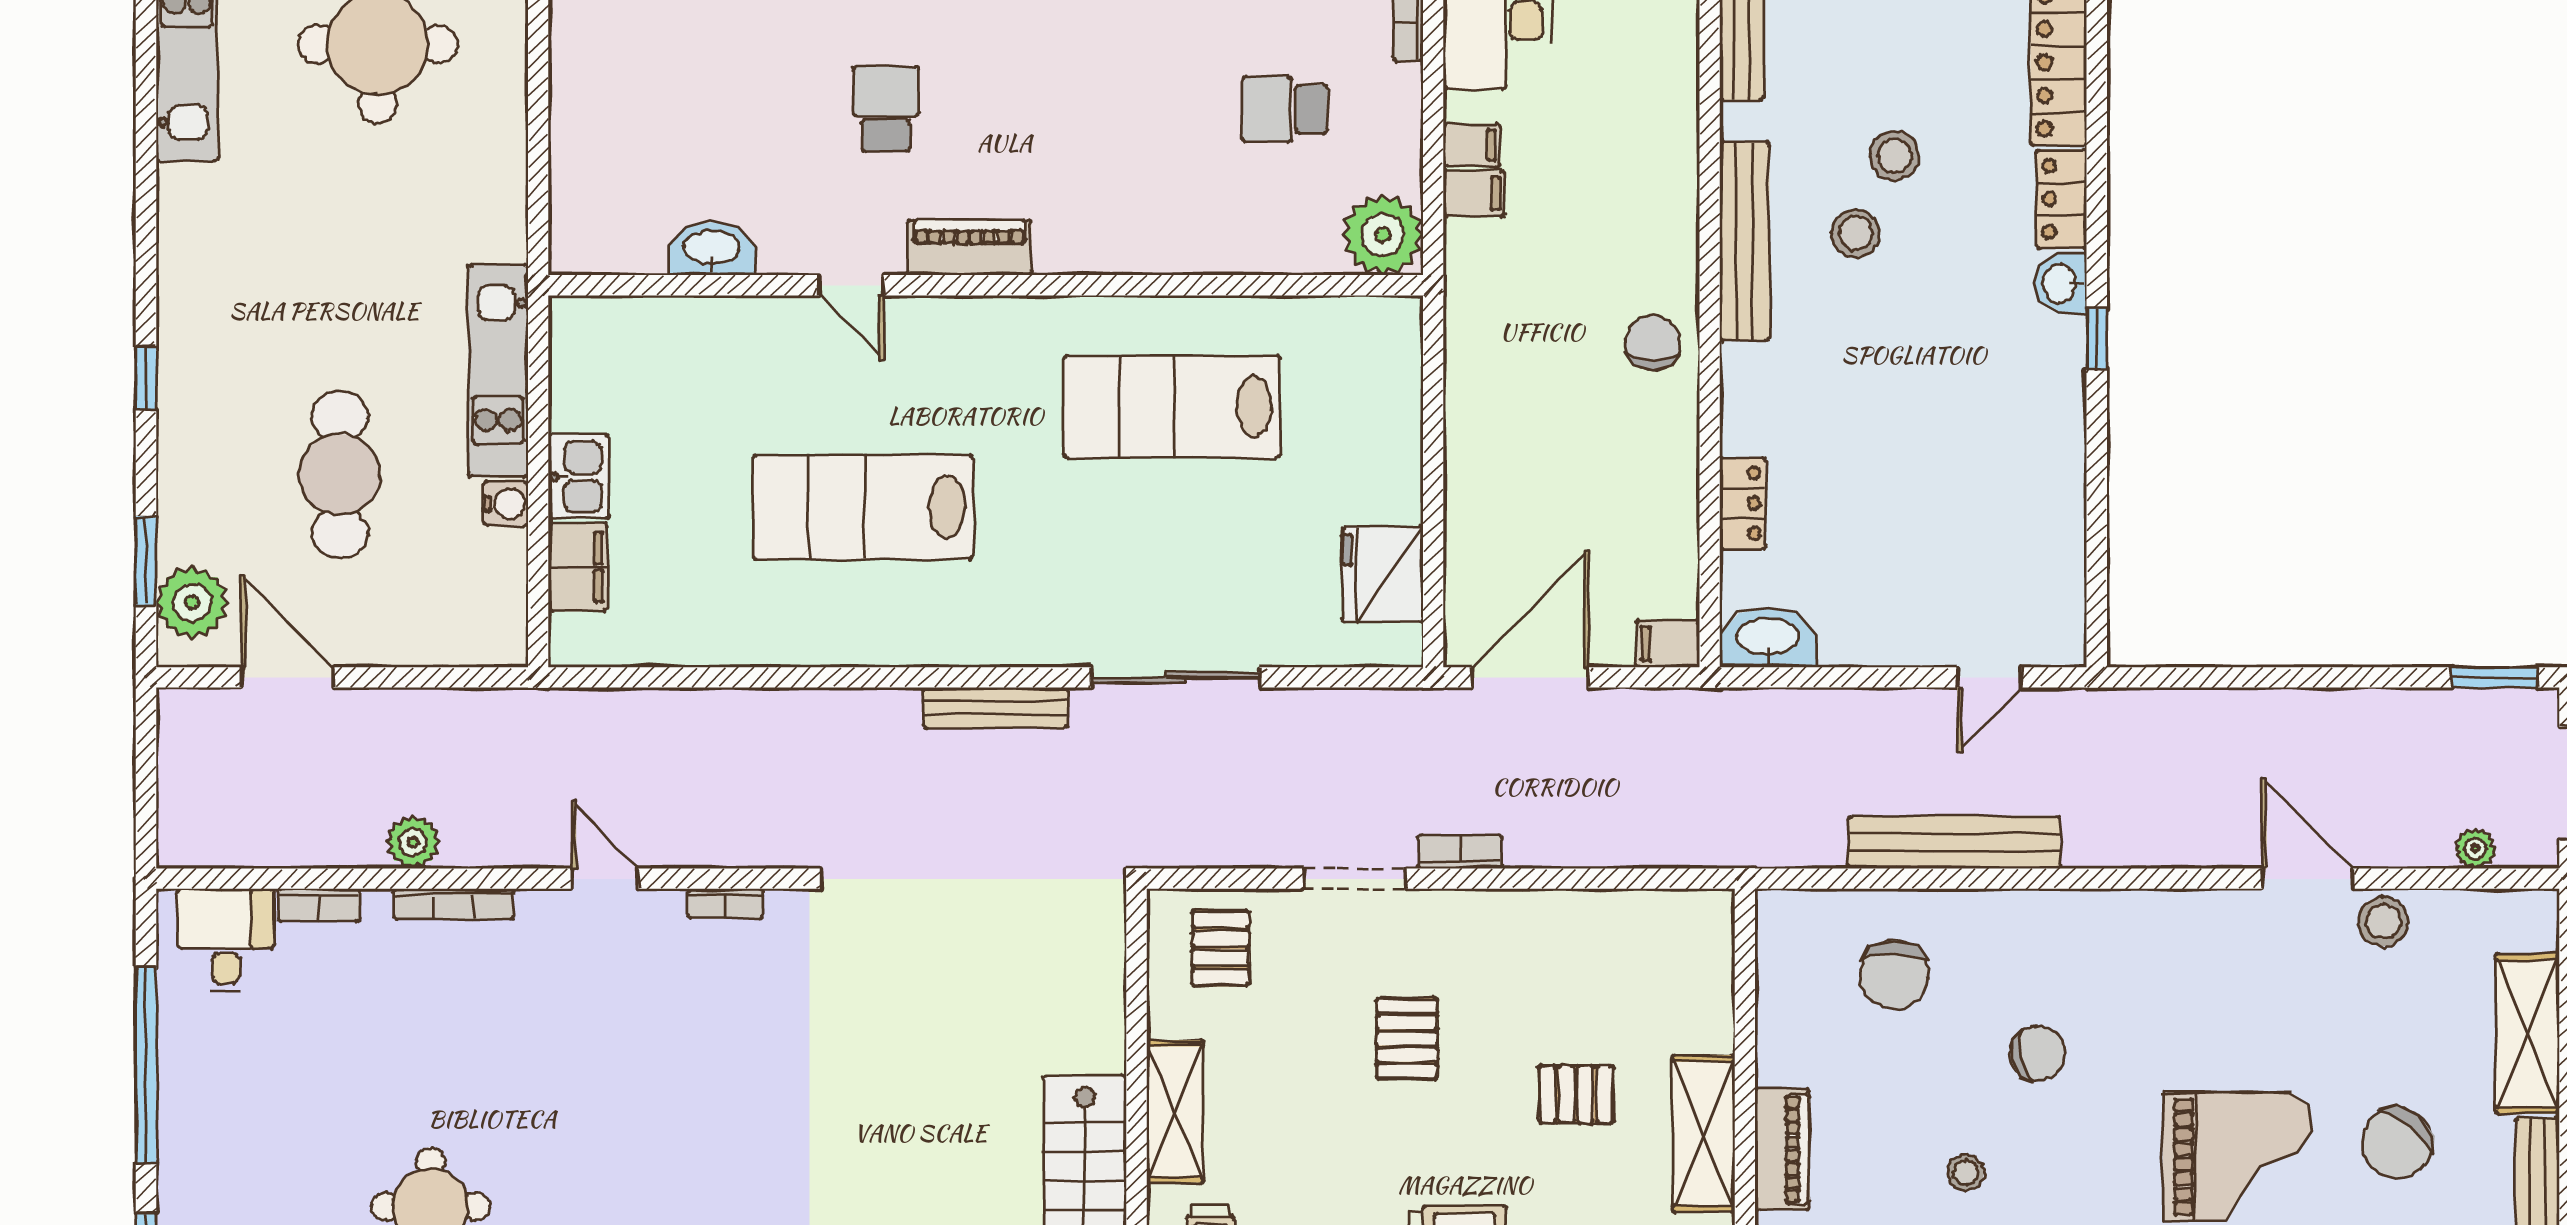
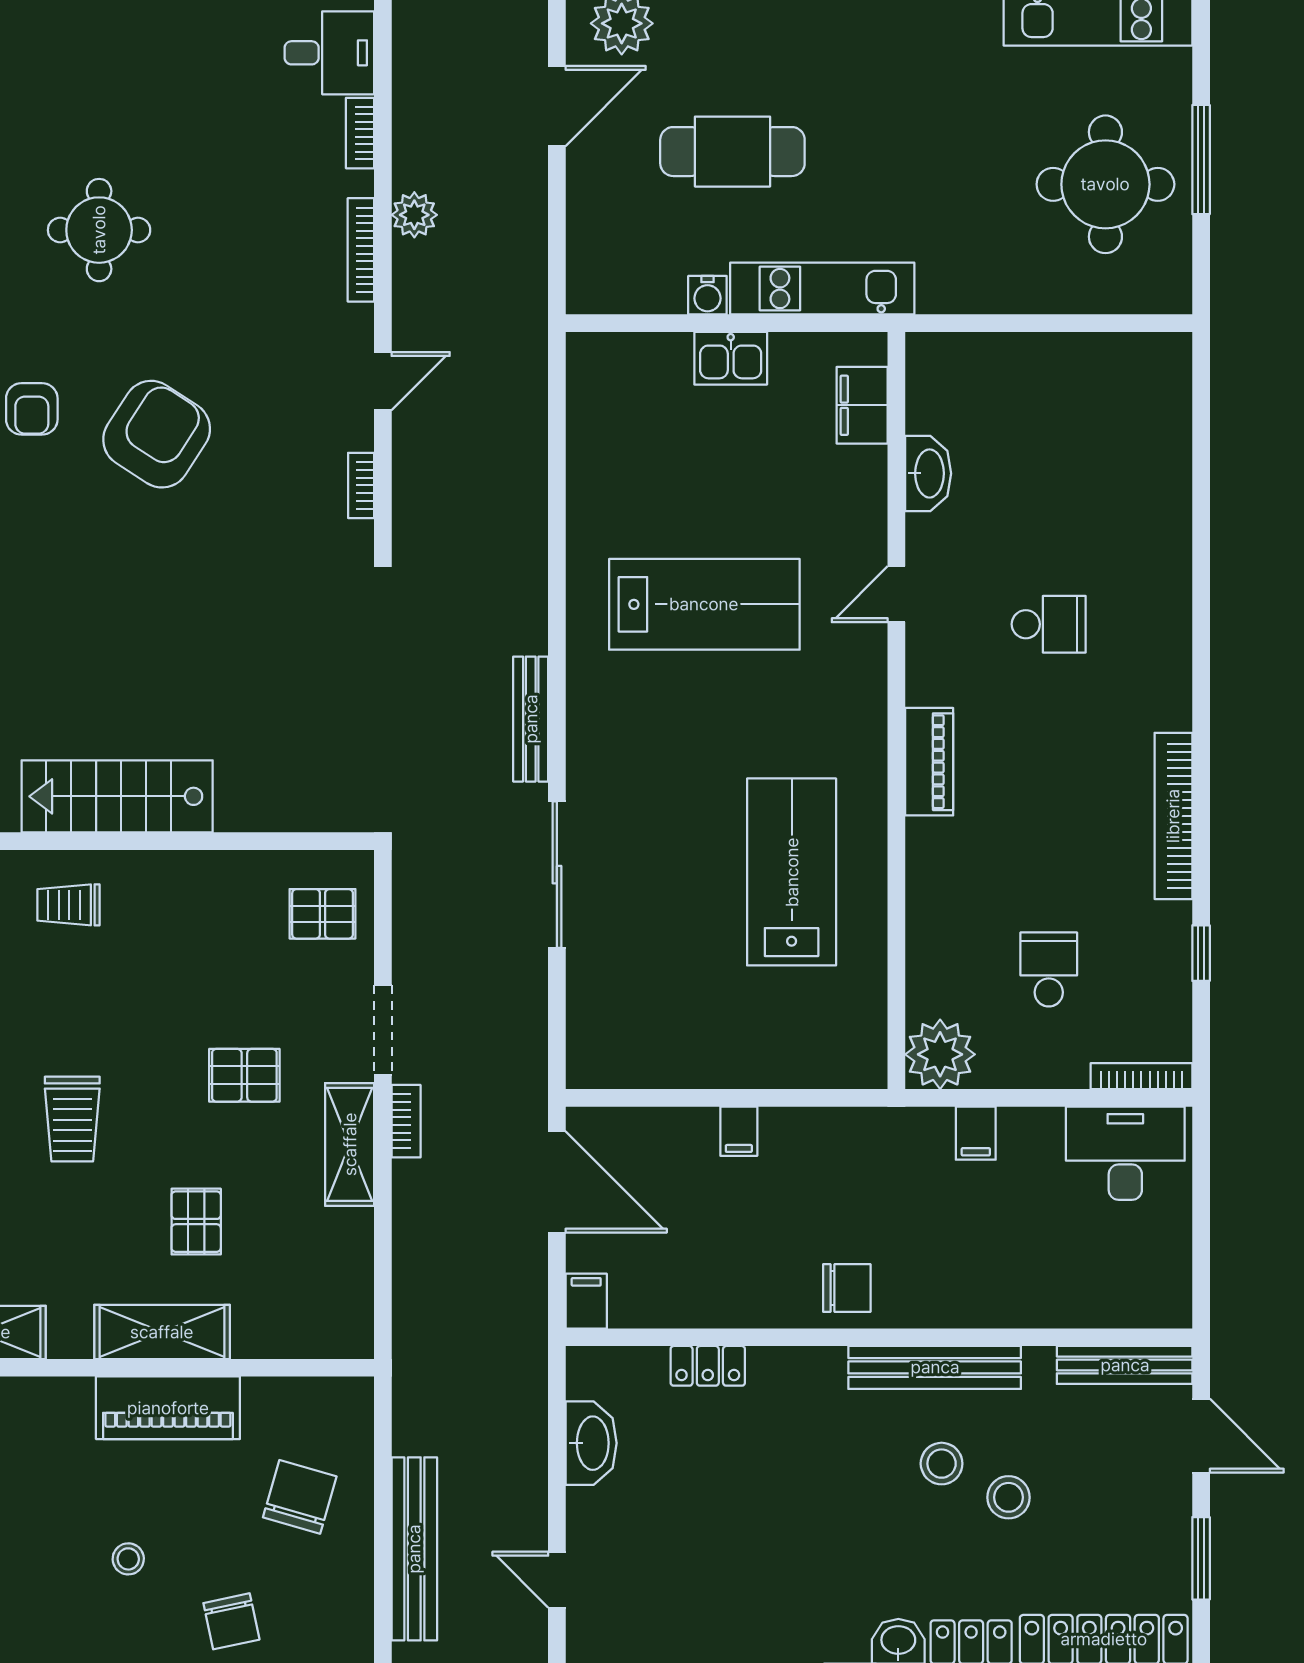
filing cabinet: (1472, 145) -> (739, 1131), moved
piano: (969, 247) -> (929, 762), moved
lab bench: (863, 507) -> (704, 604), turned 90
filing cabinet: (578, 567) -> (862, 405), moved, turned 90
fridge: (1383, 574) -> (646, 1054), removed
washbasin: (1768, 638) -> (591, 1443), moved
chair: (1894, 974) -> (300, 1497), turned 106
shelving: (1175, 1112) -> (350, 1144), moved, turned 90
armchair: (666, 1140) -> (157, 434), added
piano: (1782, 1149) -> (168, 1408), width x1.37, depth x1.33

